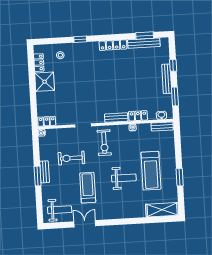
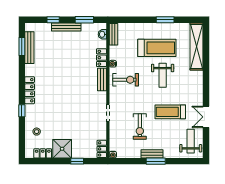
locker: (113, 45) -> (30, 90), moved
window: (33, 97) -> (77, 161), added
exercise bike: (104, 143) -> (126, 80), moved
weight bench: (124, 178) -> (163, 75), turned 180
shelving: (162, 210) -> (196, 47), width x1.47

